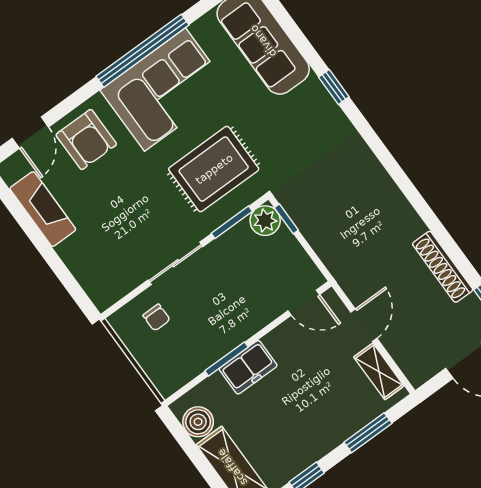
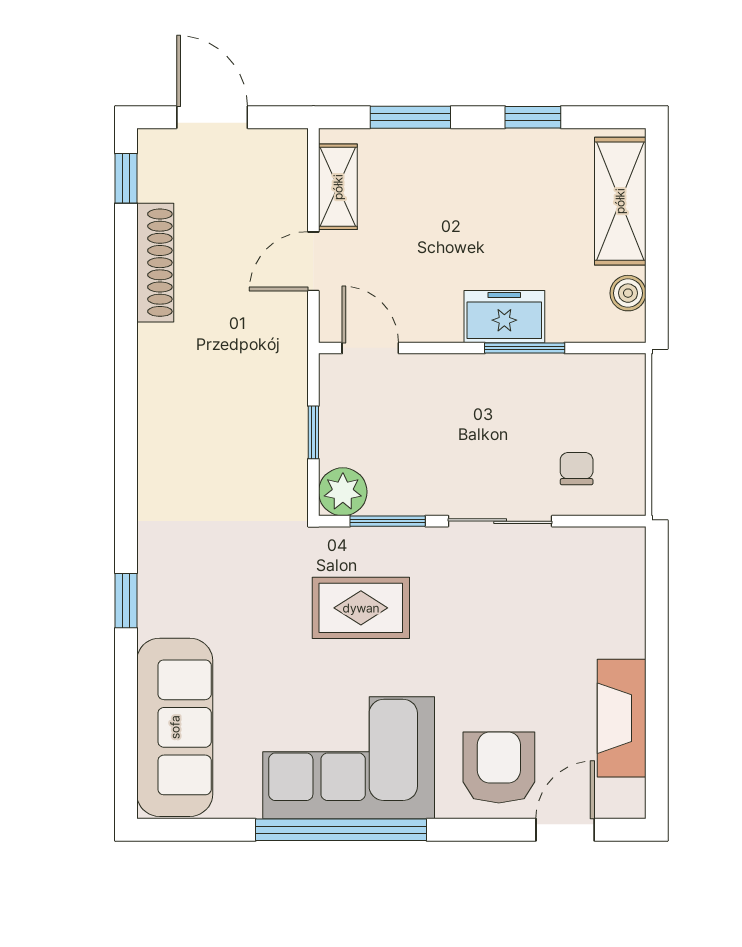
rug: (214, 169) -> (361, 608), width x0.73, depth x0.70
window: (286, 219) -> (313, 432), moved
boiler: (198, 422) -> (628, 293), width x0.73, depth x0.73

